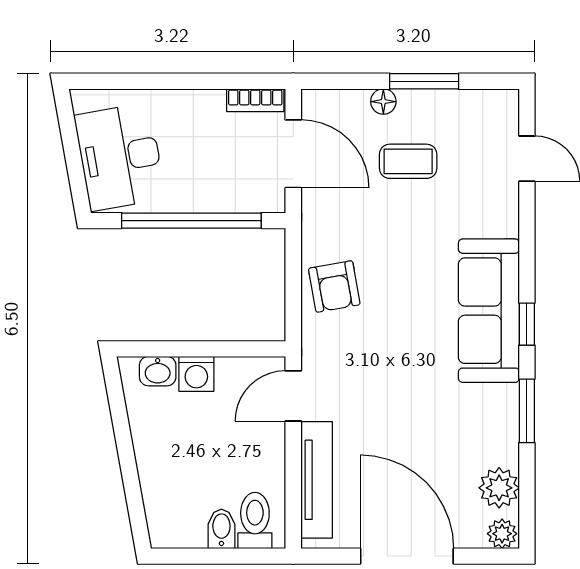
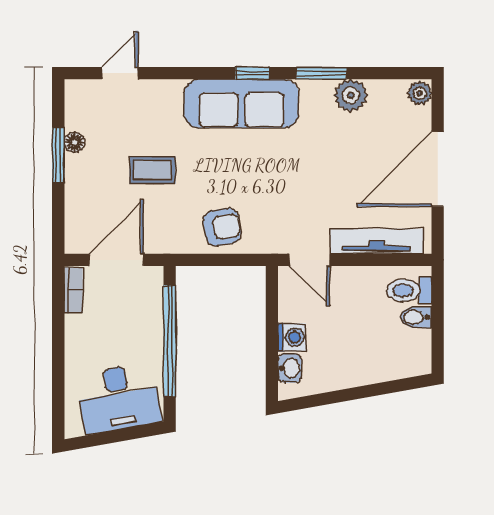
floor lamp: (383, 102) -> (74, 142), moved
coffee table: (408, 161) -> (153, 170), moved, turned 90
plant: (499, 488) -> (351, 95), moved

